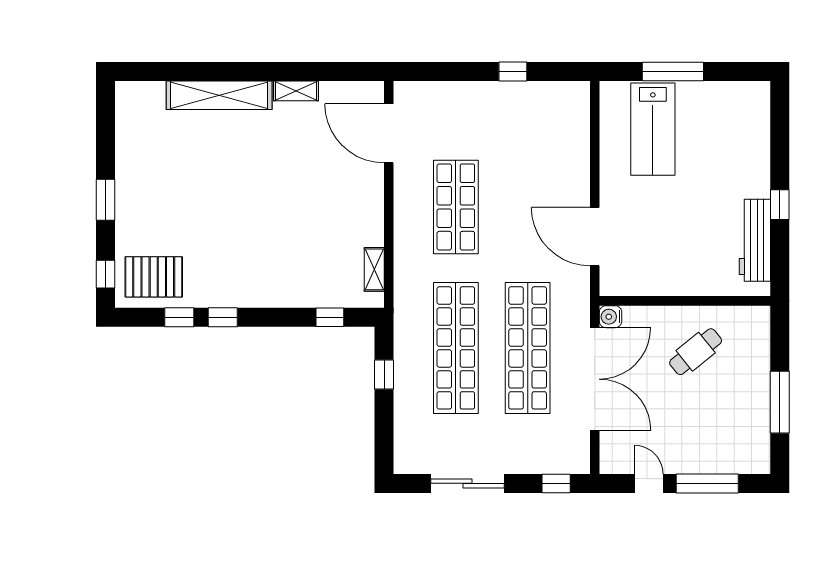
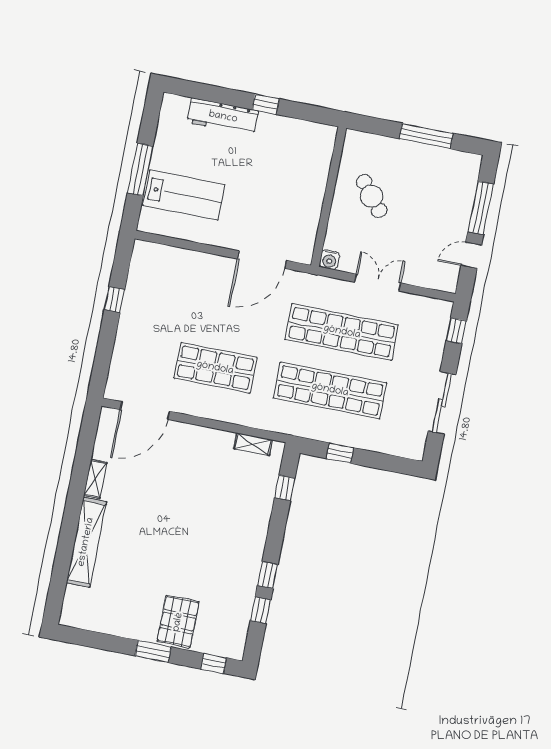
workbench: (755, 240) -> (223, 117), moved
pallet: (154, 277) -> (178, 622), moved
double door: (595, 379) -> (378, 283), width x0.54

